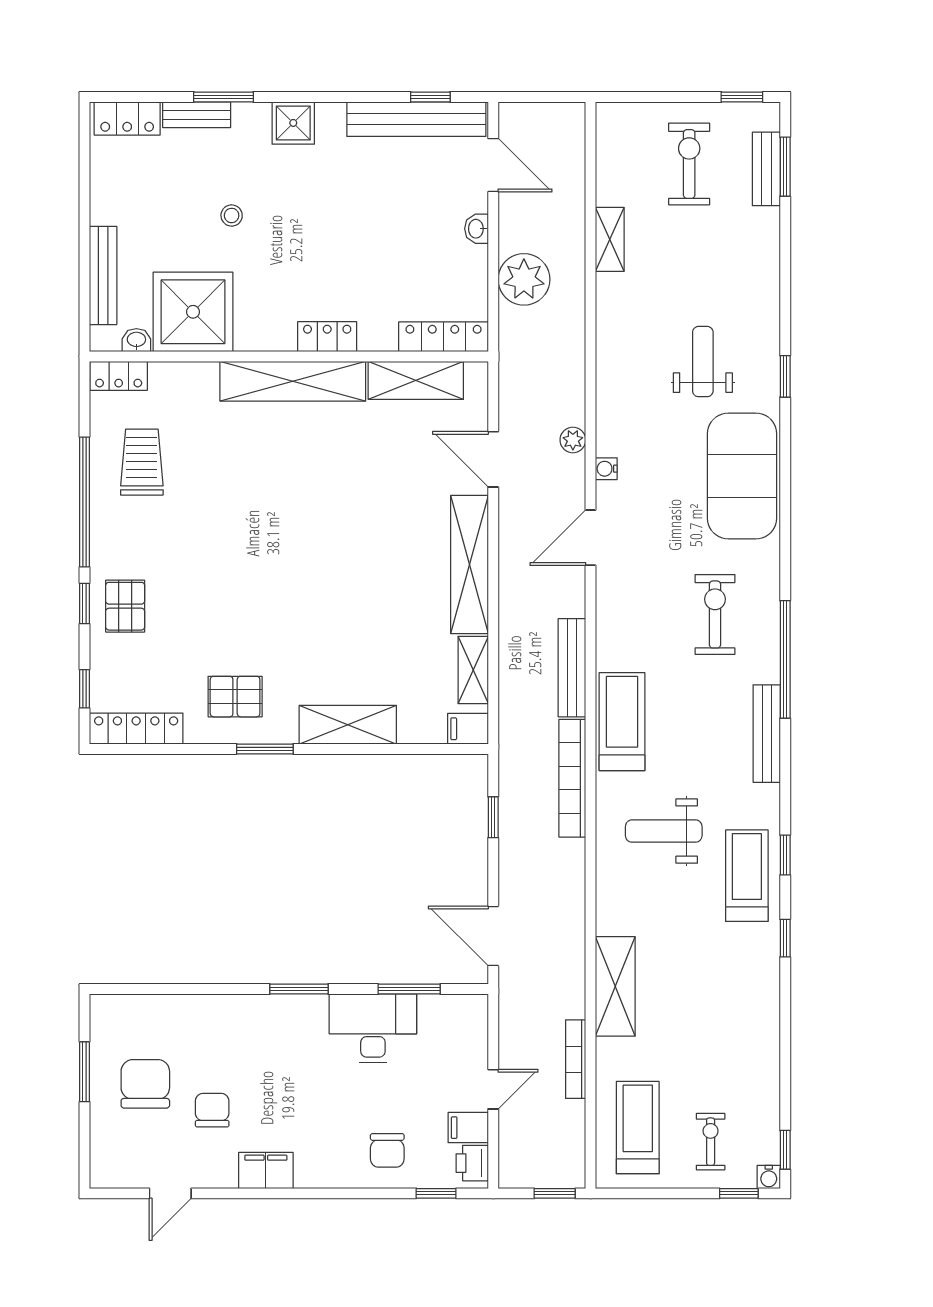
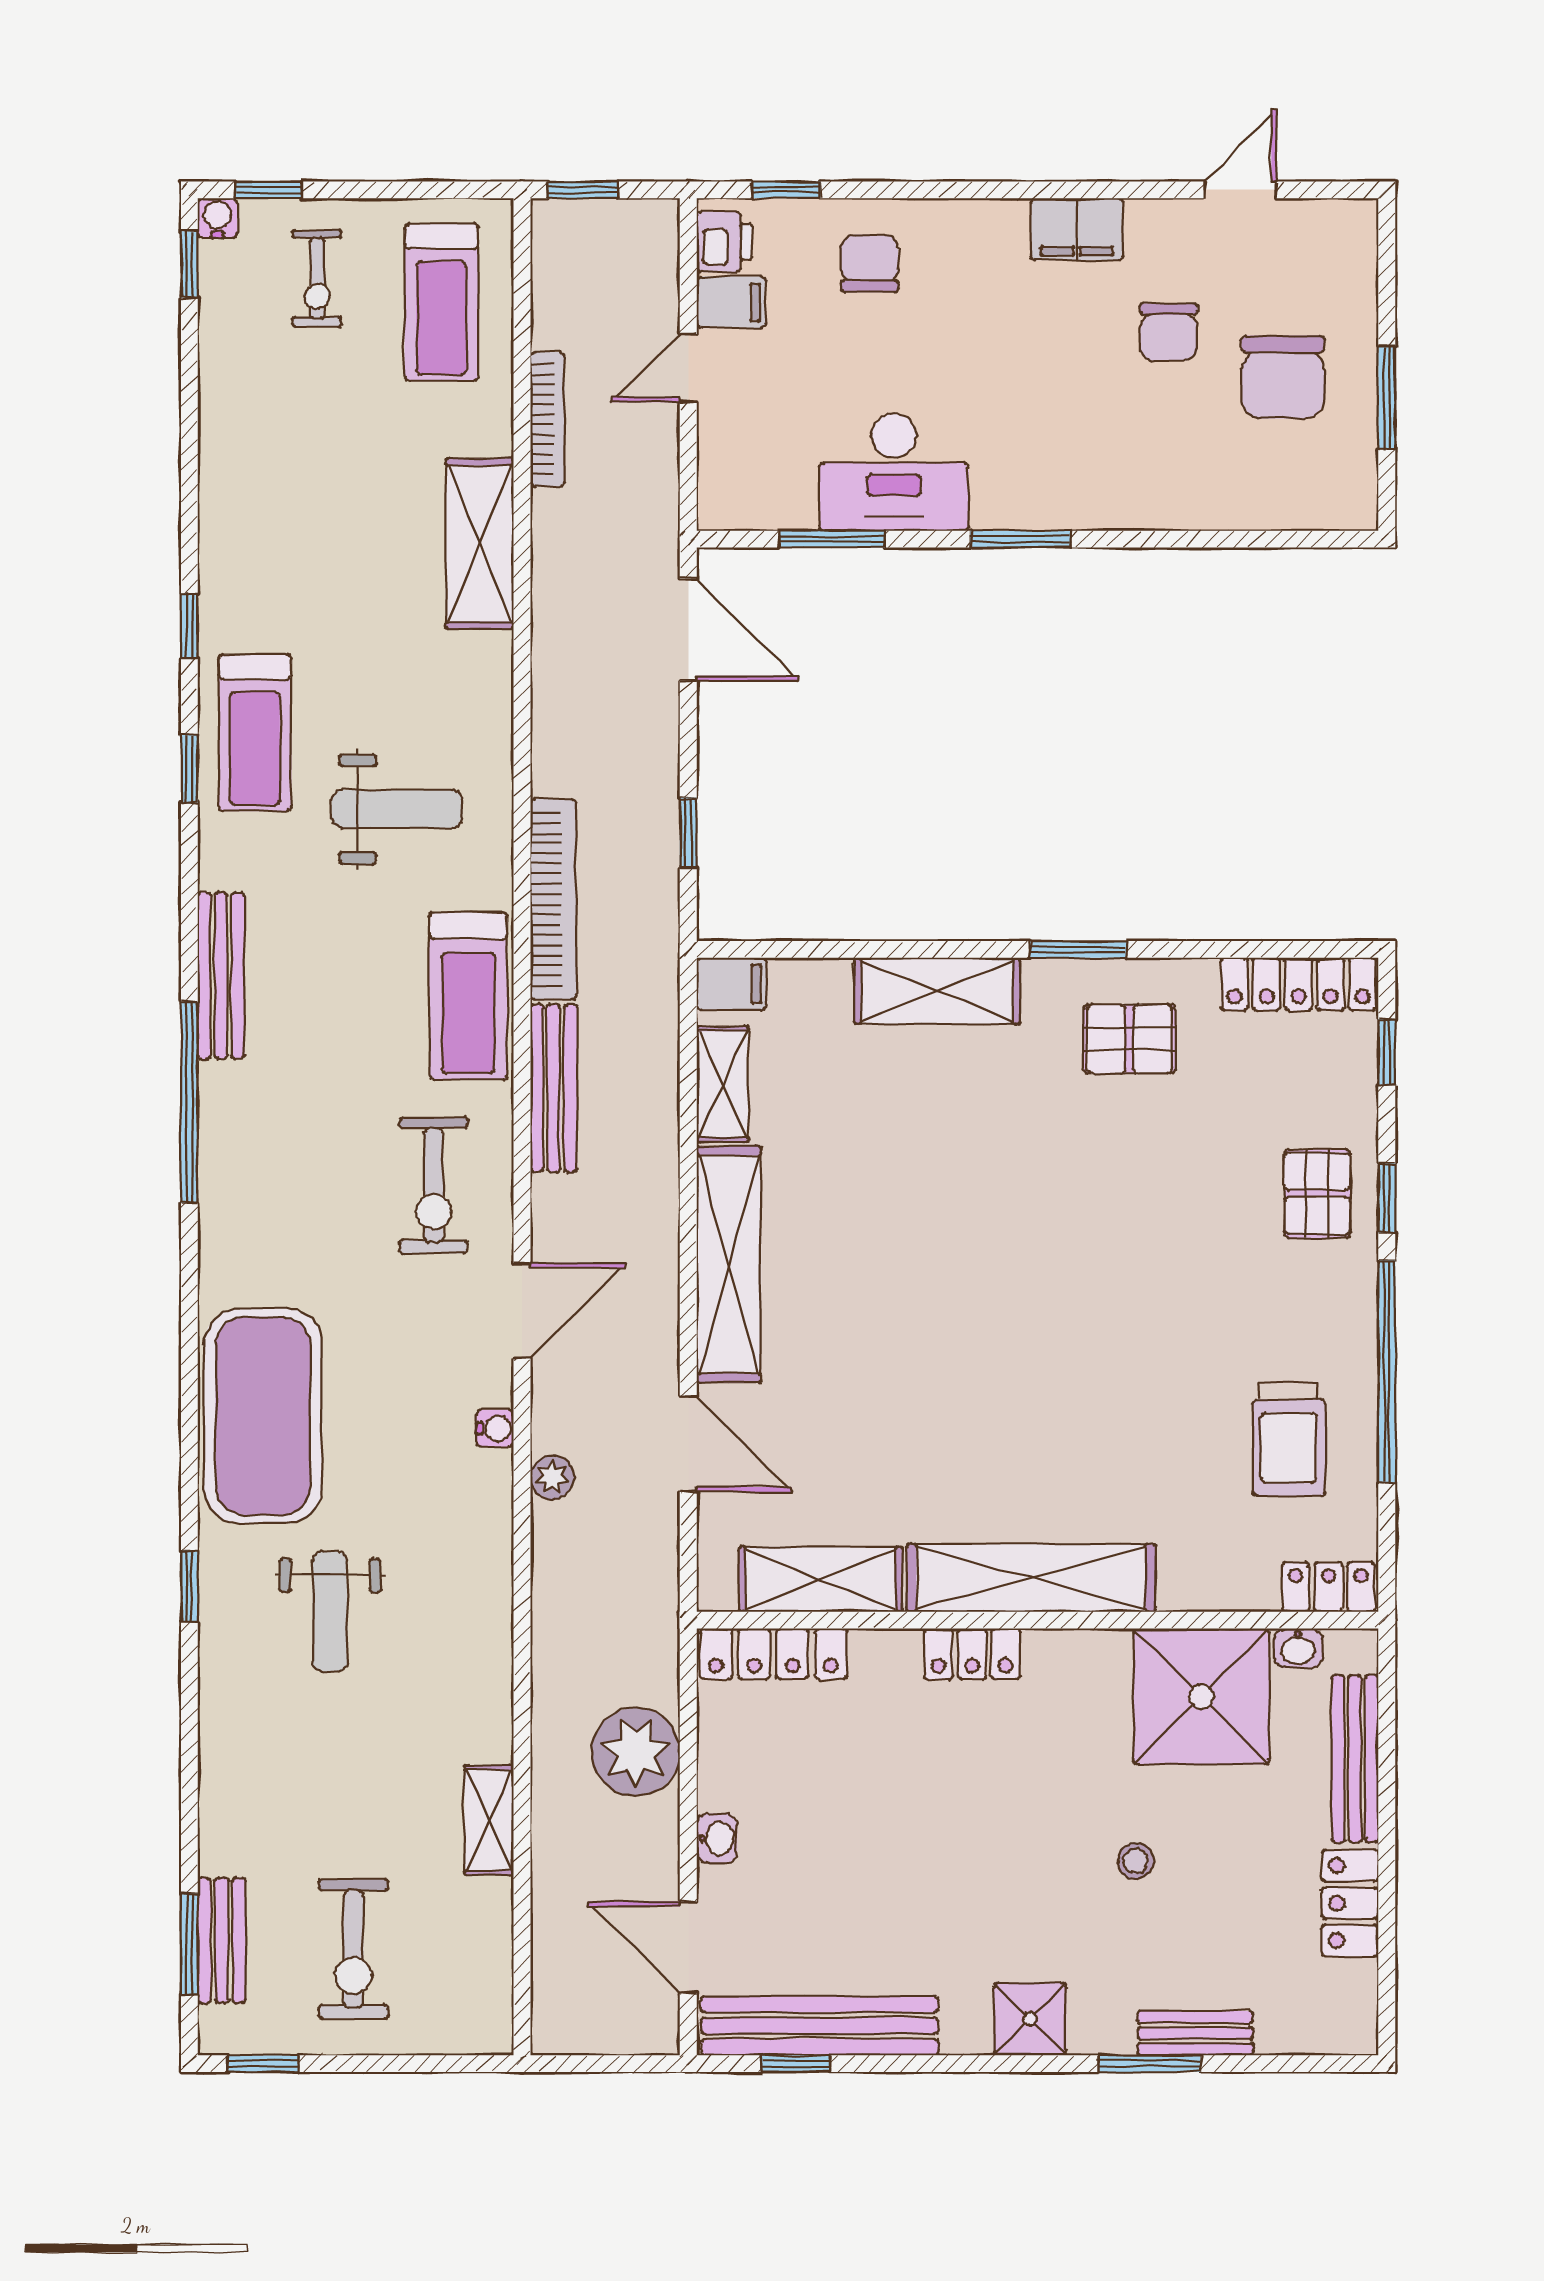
locker: (127, 118) -> (1350, 1903), moved, turned -90
exercise bike: (715, 614) -> (434, 1185), moved

